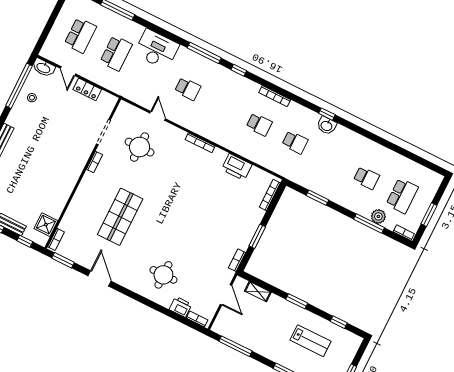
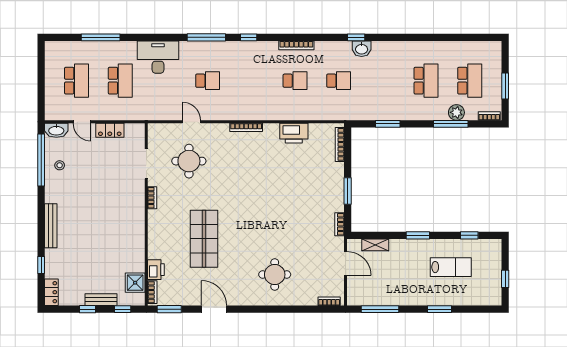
school desk: (366, 178) -> (426, 81), width x1.85
printer: (180, 307) -> (156, 270), moved, turned 90

